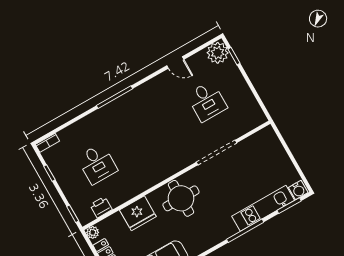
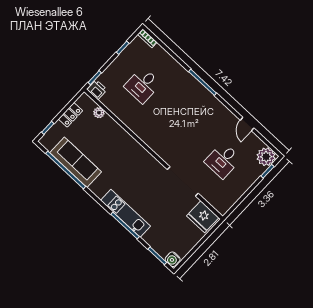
round table: (181, 198) -> (135, 164), removed
printer: (101, 207) -> (97, 90), moved
kitchen unit: (263, 208) -> (125, 213), moved
fridge: (138, 213) -> (203, 217), moved
plant: (93, 232) -> (99, 113), moved

